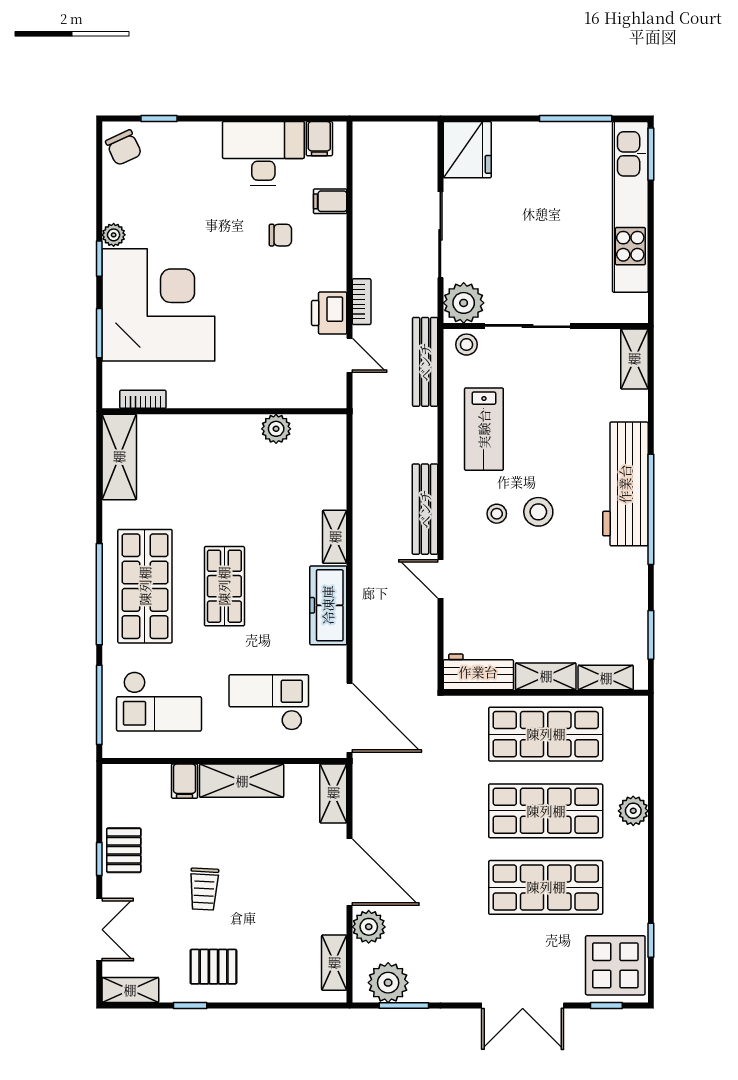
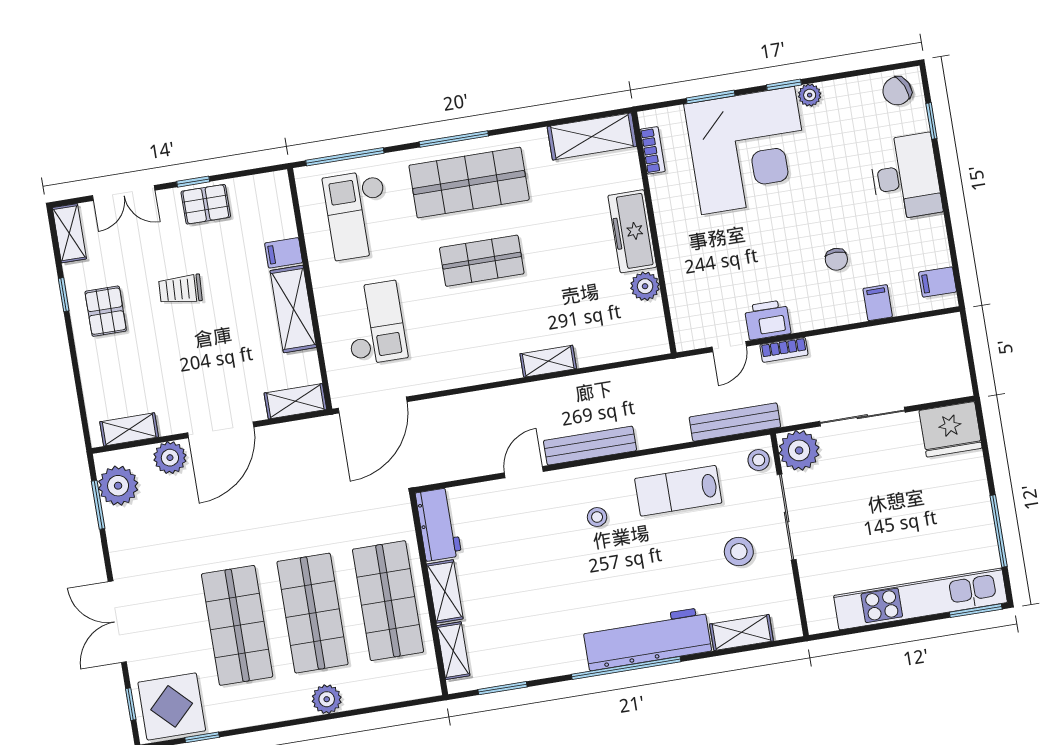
desk: (263, 153) -> (905, 177), moved
shelving: (634, 359) -> (741, 632), moved
stool: (538, 512) -> (739, 552), moved
window: (99, 594) -> (454, 139), width x0.68
freezer: (328, 605) -> (632, 231), moved, turned -90

